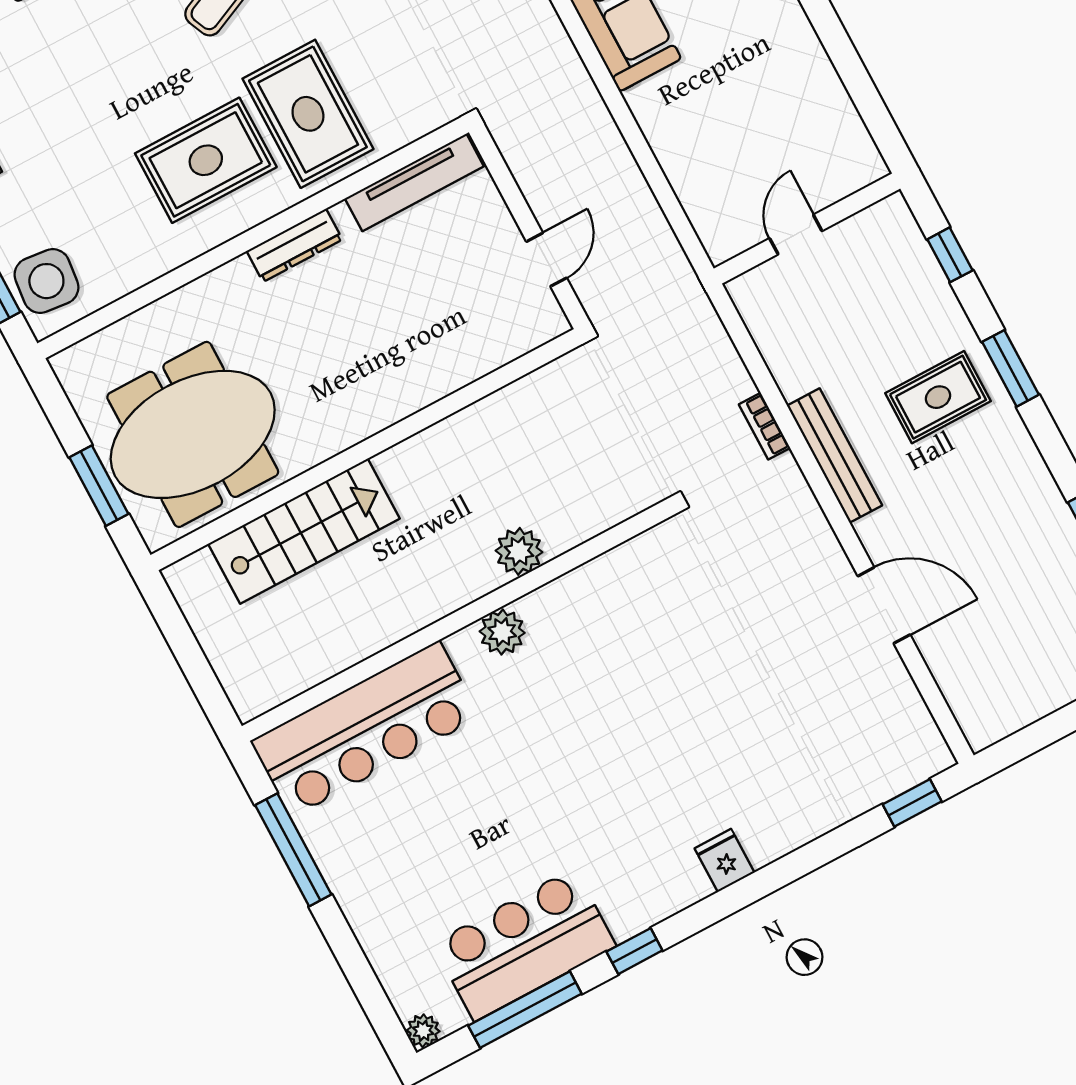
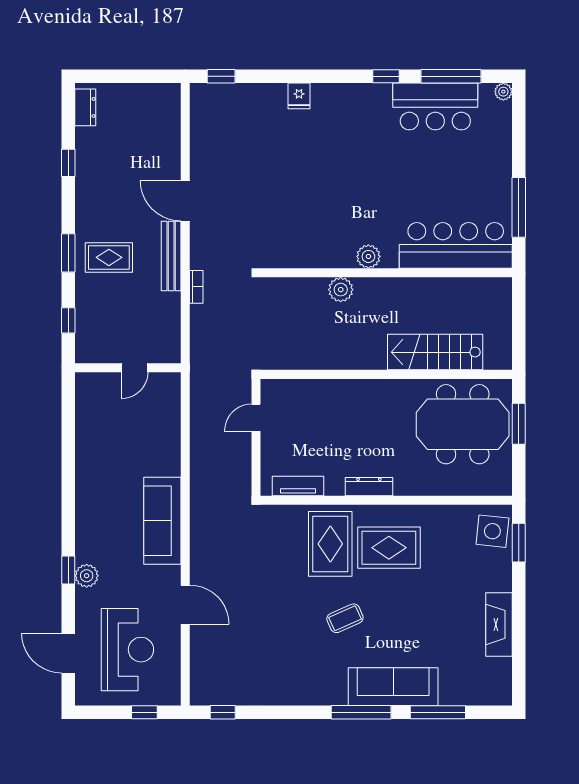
tv unit: (414, 182) -> (298, 486), width x0.71
door: (884, 605) -> (185, 201), moved
fridge: (725, 860) -> (299, 96), moved

